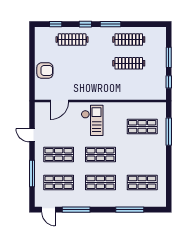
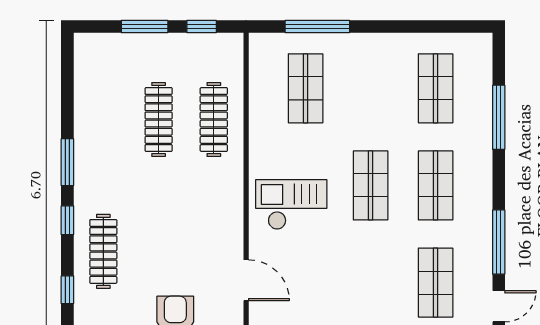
clothes rail: (129, 40) -> (214, 120), moved
shop shelf: (59, 154) -> (371, 283), removed

